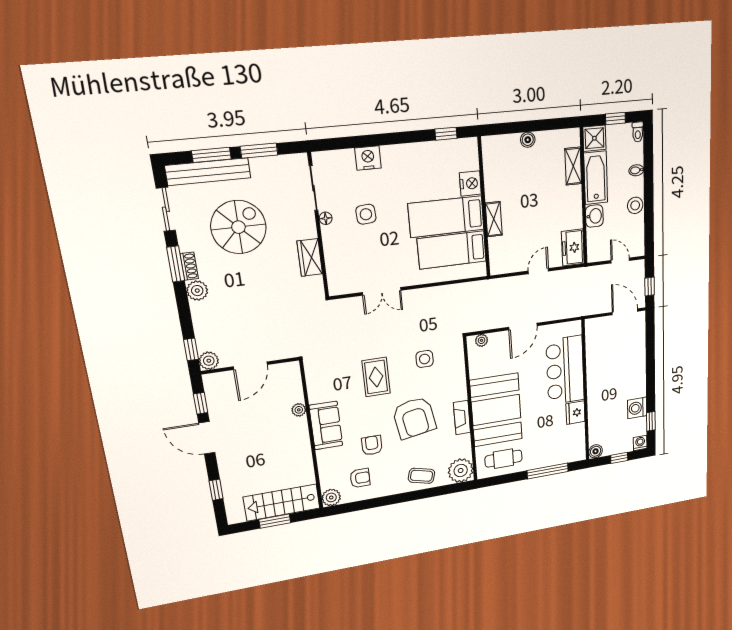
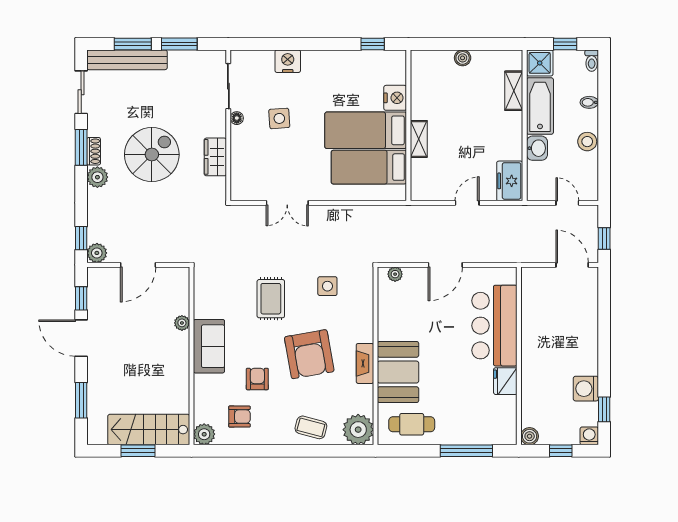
spiral stairs: (238, 227) -> (152, 155), moved
booth: (496, 410) -> (398, 372), width x0.73, depth x0.70
window: (216, 490) -> (81, 400), width x1.50

